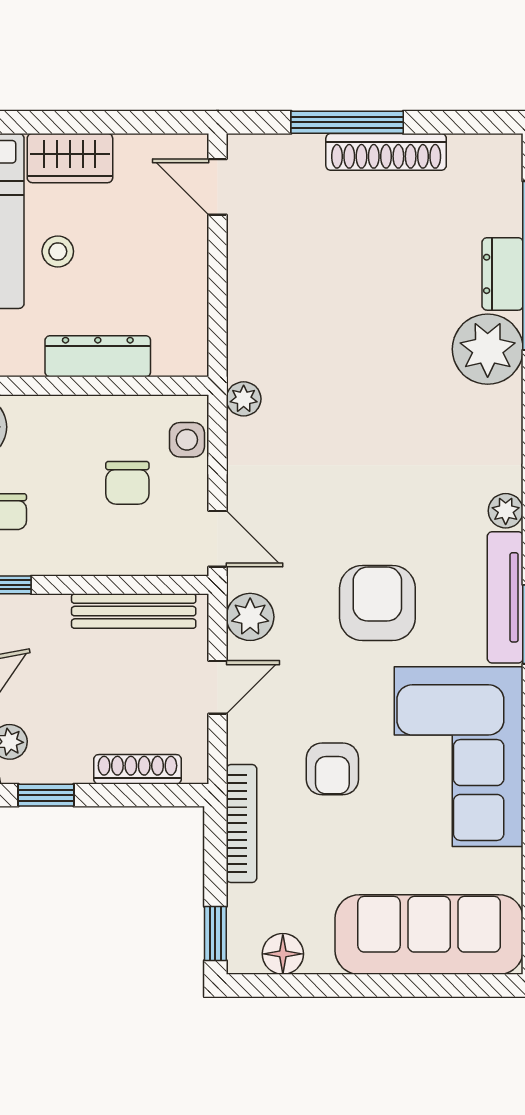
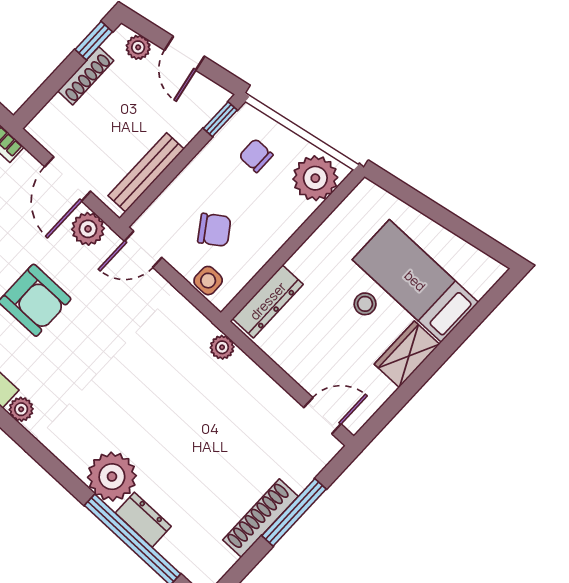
dresser: (98, 356) -> (268, 301), moved
plant: (244, 399) -> (222, 347), moved
chair: (127, 483) -> (214, 230), turned 145
door: (218, 687) -> (68, 179), width x1.38
shoe rack: (137, 769) -> (86, 76), moved

